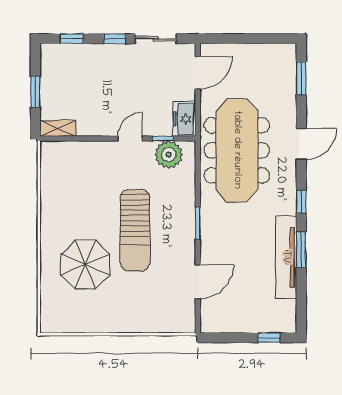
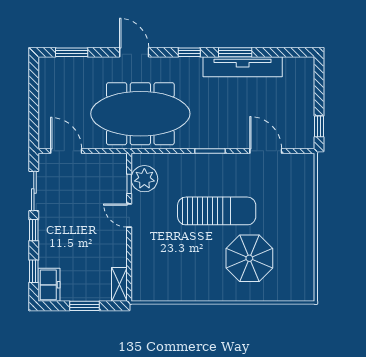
freezer: (184, 119) -> (49, 285), moved, turned -90
window: (269, 338) -> (319, 126), moved

